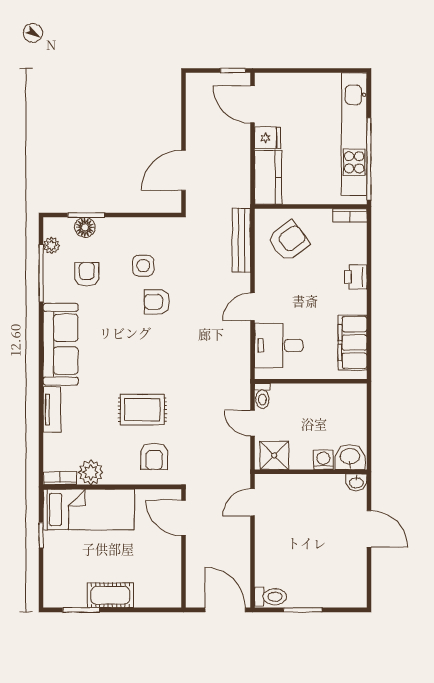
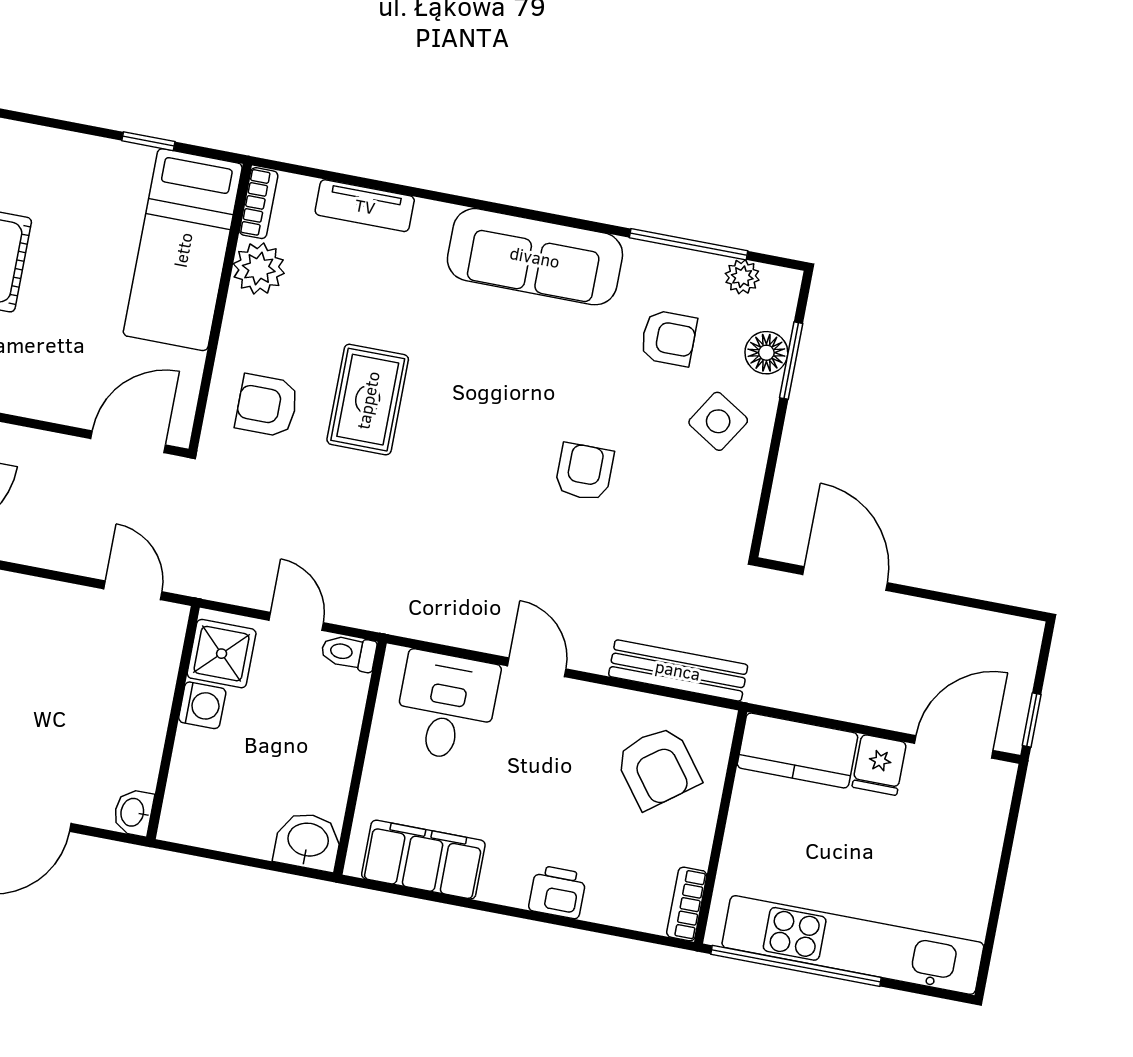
side table: (143, 266) -> (718, 421), moved, turned 32
tv unit: (52, 409) -> (365, 206), moved
door: (252, 423) -> (296, 621), hinge flipped
washbasin: (350, 457) -> (308, 841), moved, turned -90
washing machine: (323, 460) -> (202, 705), moved

